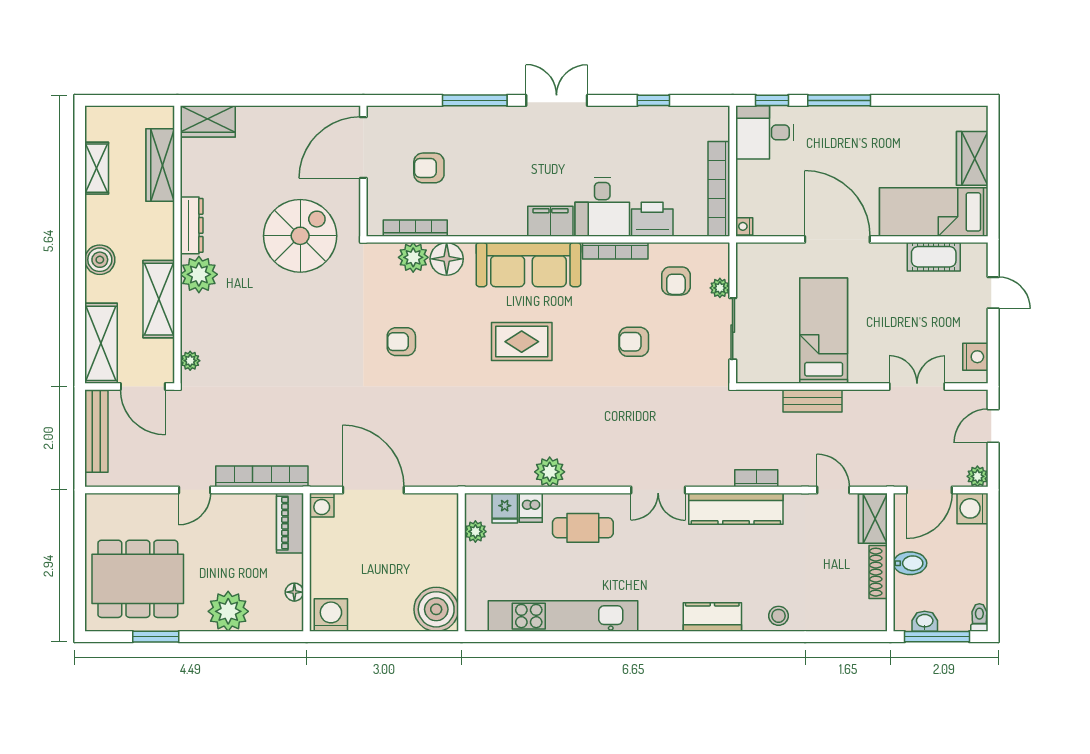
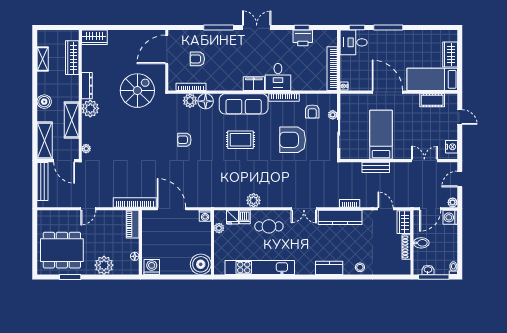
printer: (652, 219) -> (303, 38), moved, turned 180
armchair: (634, 342) -> (293, 140), width x1.88, depth x1.88
bookcase: (262, 476) -> (135, 202), moved
washing machine: (322, 505) -> (205, 216), moved

